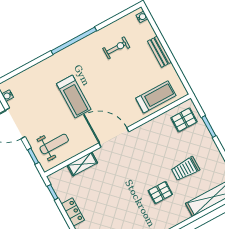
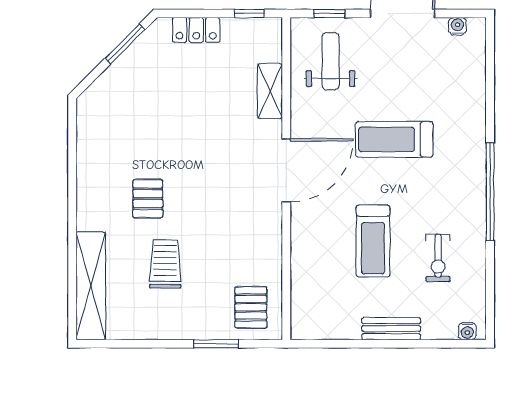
treadmill: (156, 97) -> (373, 241), moved
weight bench: (54, 144) -> (331, 61), turned 180

